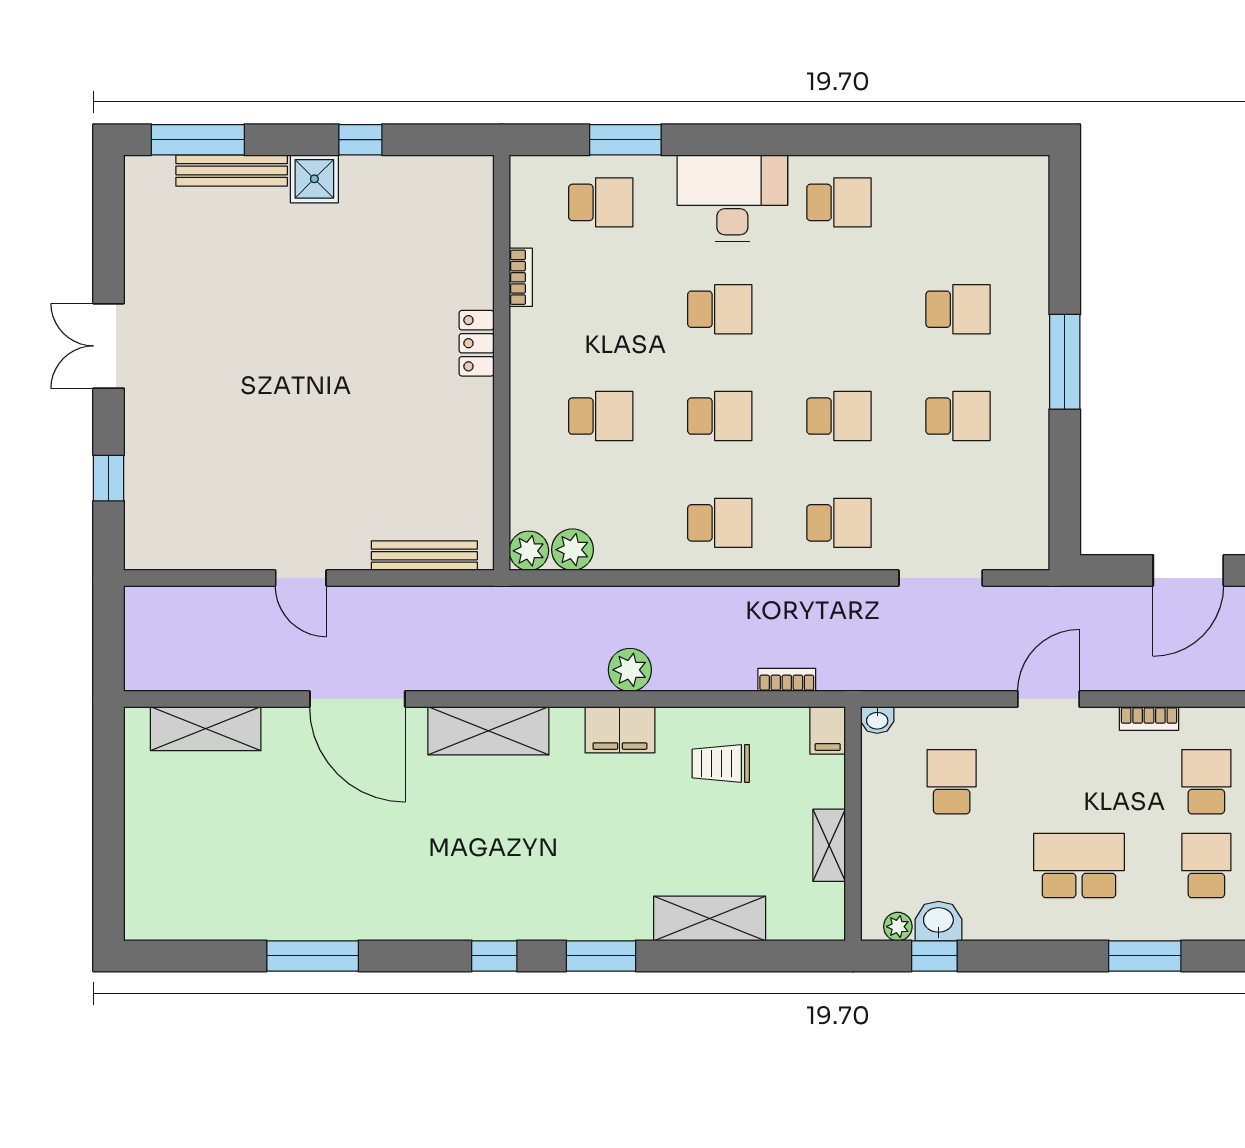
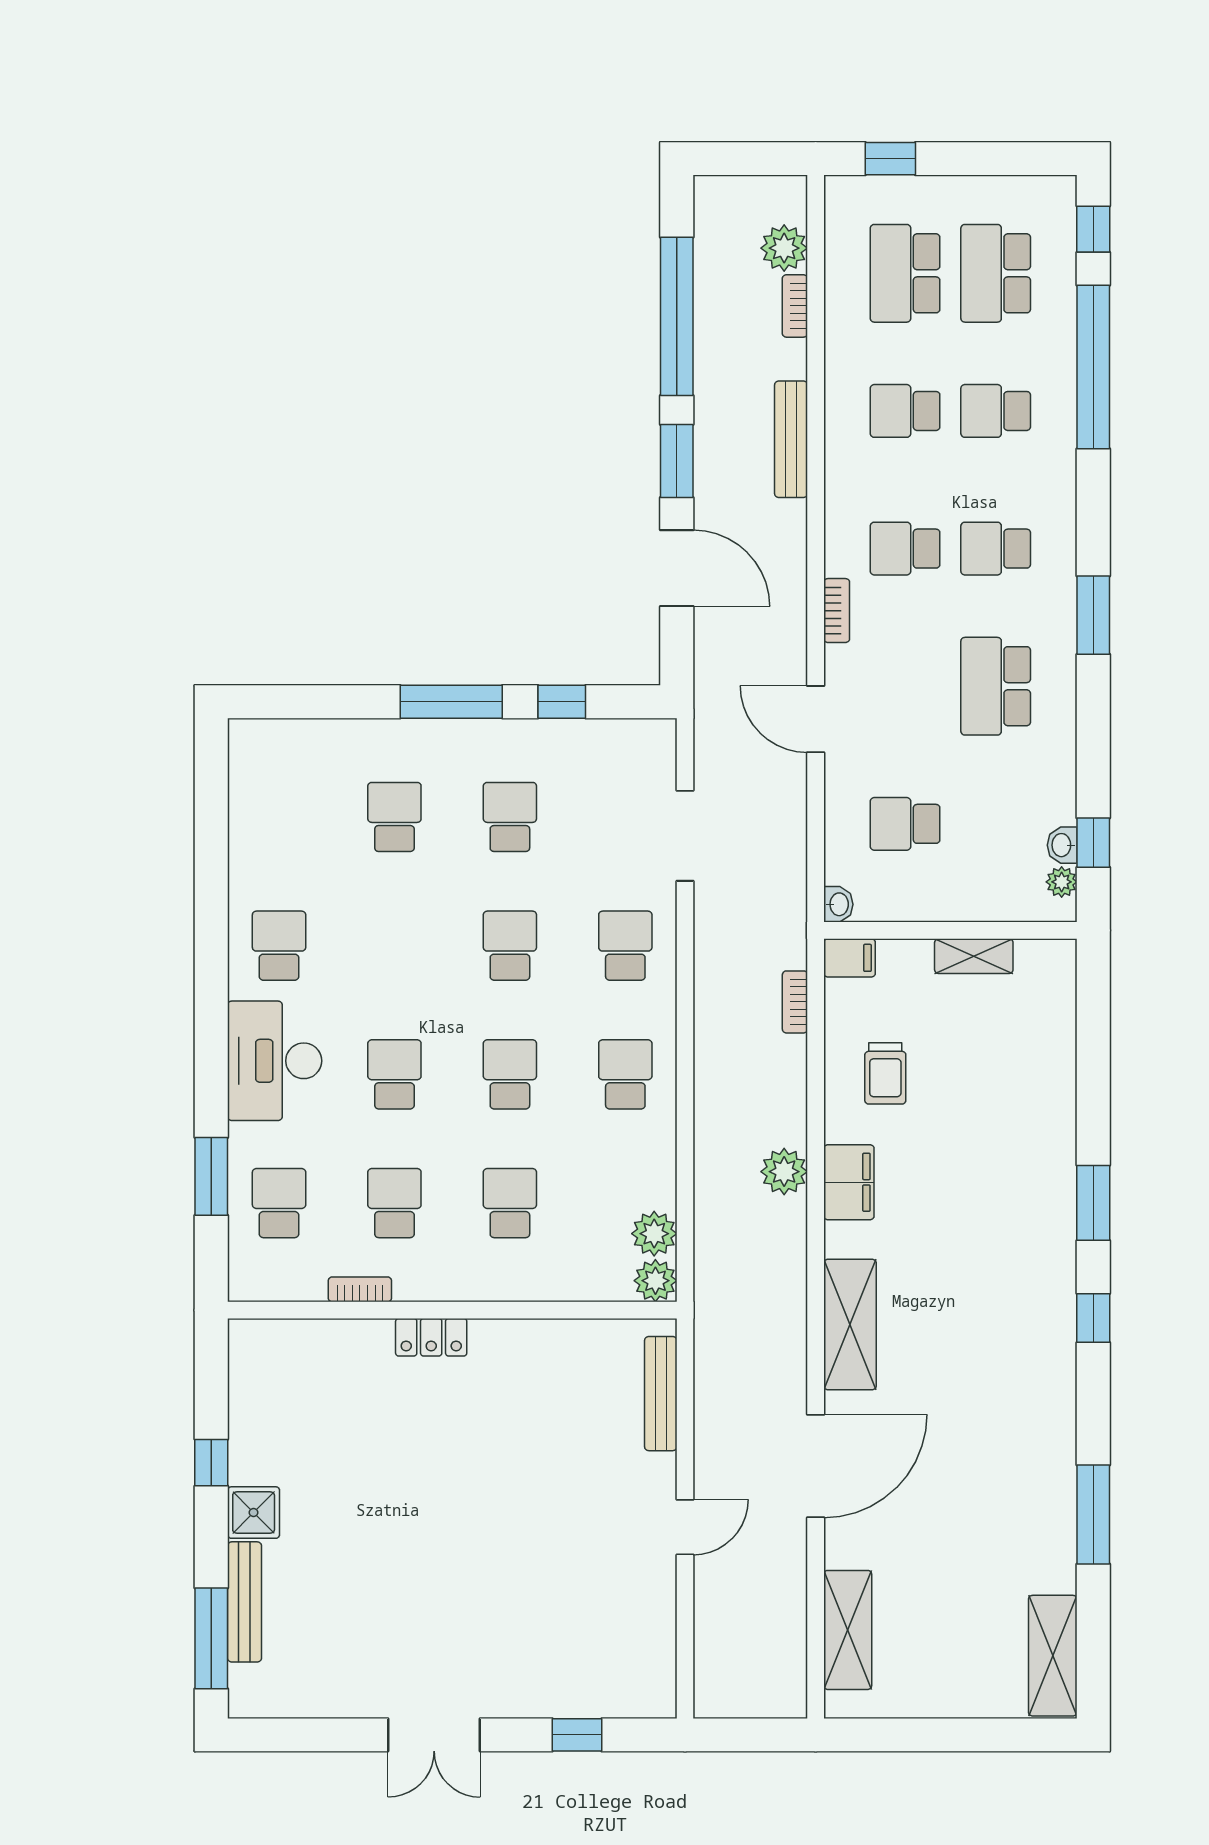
school desk: (601, 309) -> (394, 1203), added
window: (1065, 464) -> (562, 702), added
shelving: (710, 918) -> (1053, 1656), moved
washbasin: (938, 921) -> (1062, 845), width x0.72, depth x0.69

